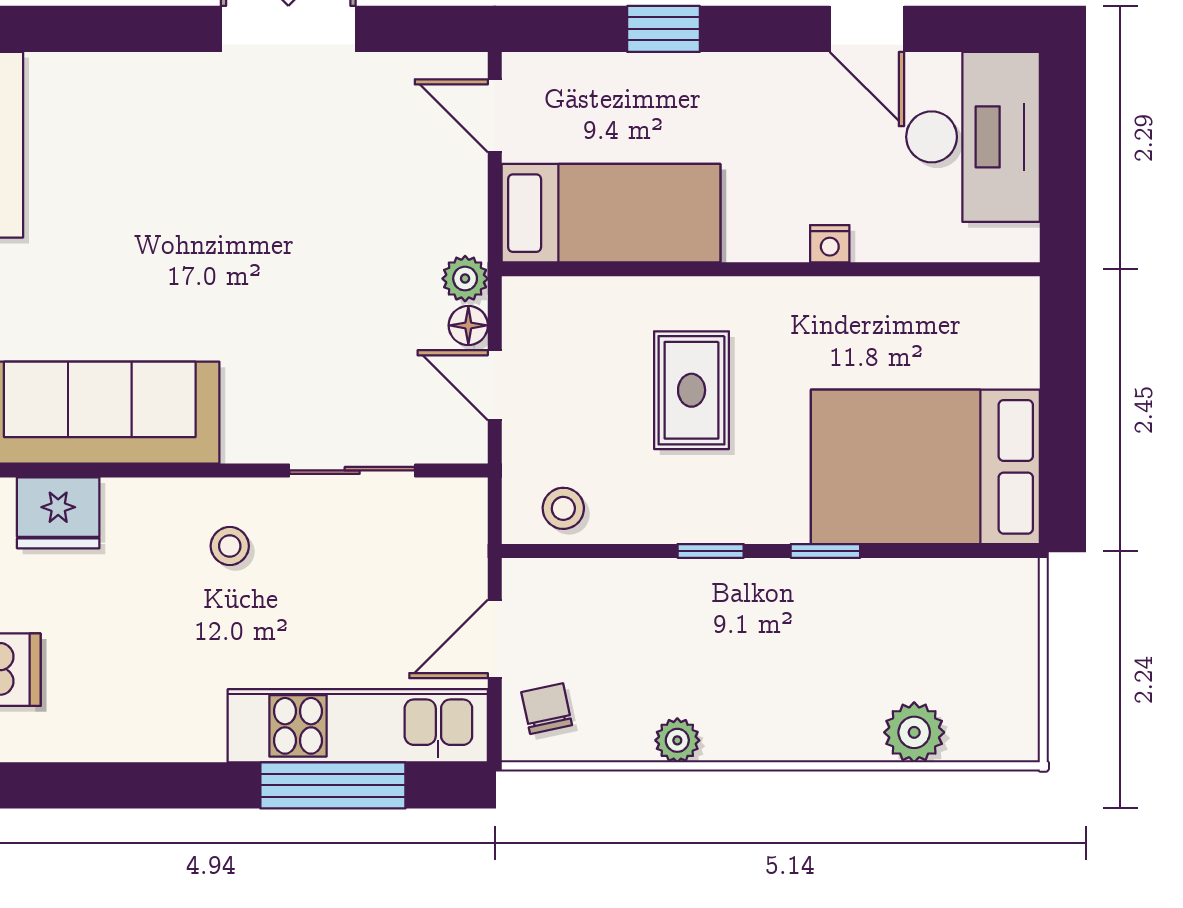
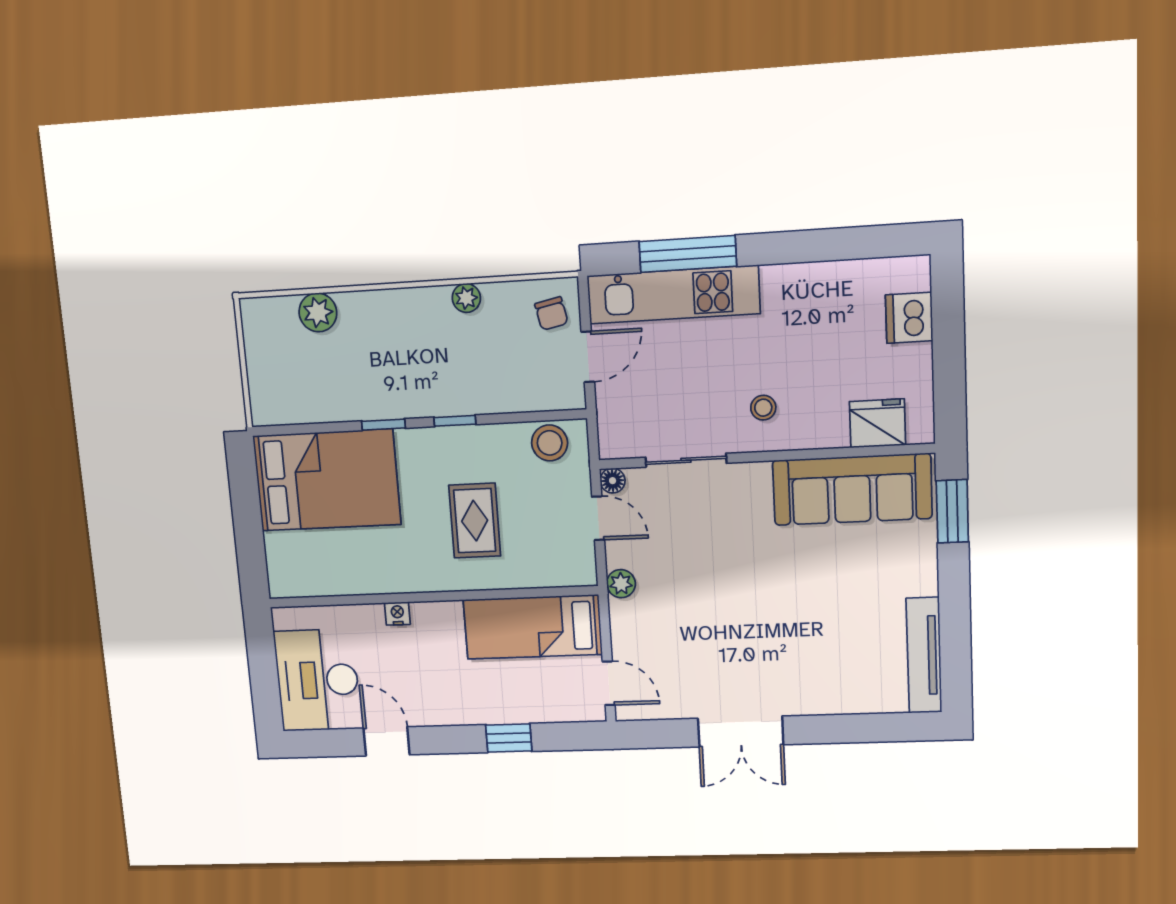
floor lamp: (468, 325) -> (613, 481), moved
stool: (563, 508) -> (550, 443), width x1.37, depth x1.37

